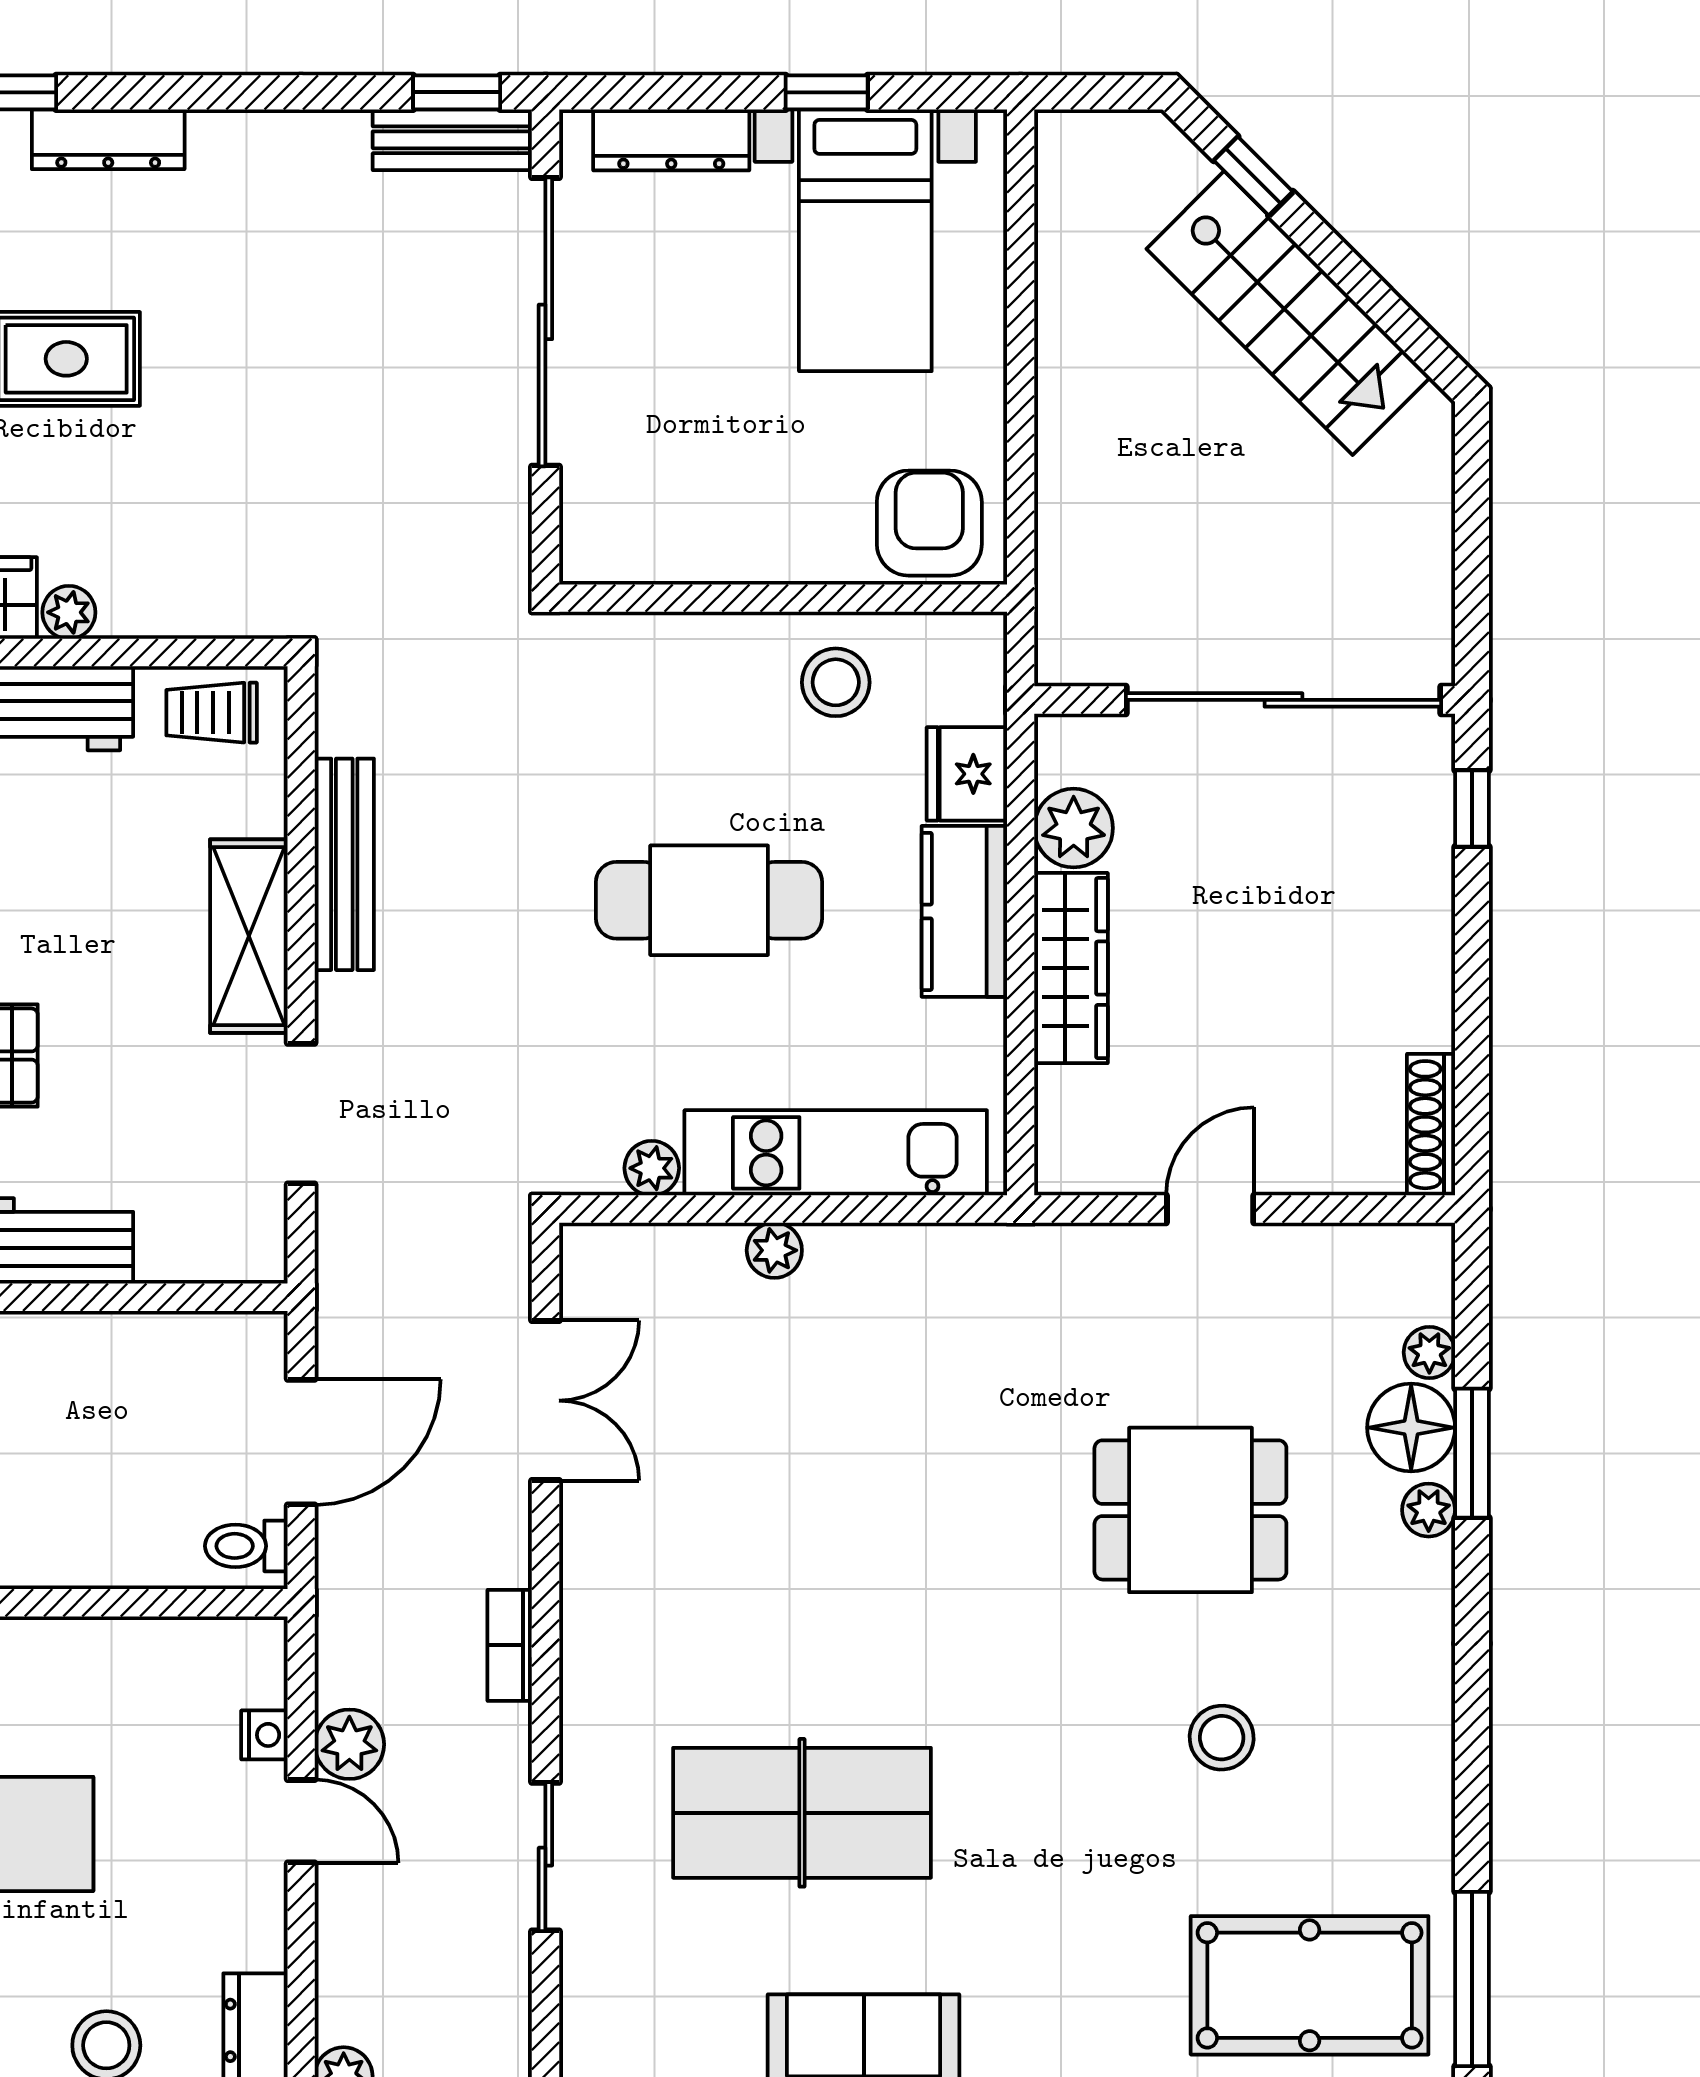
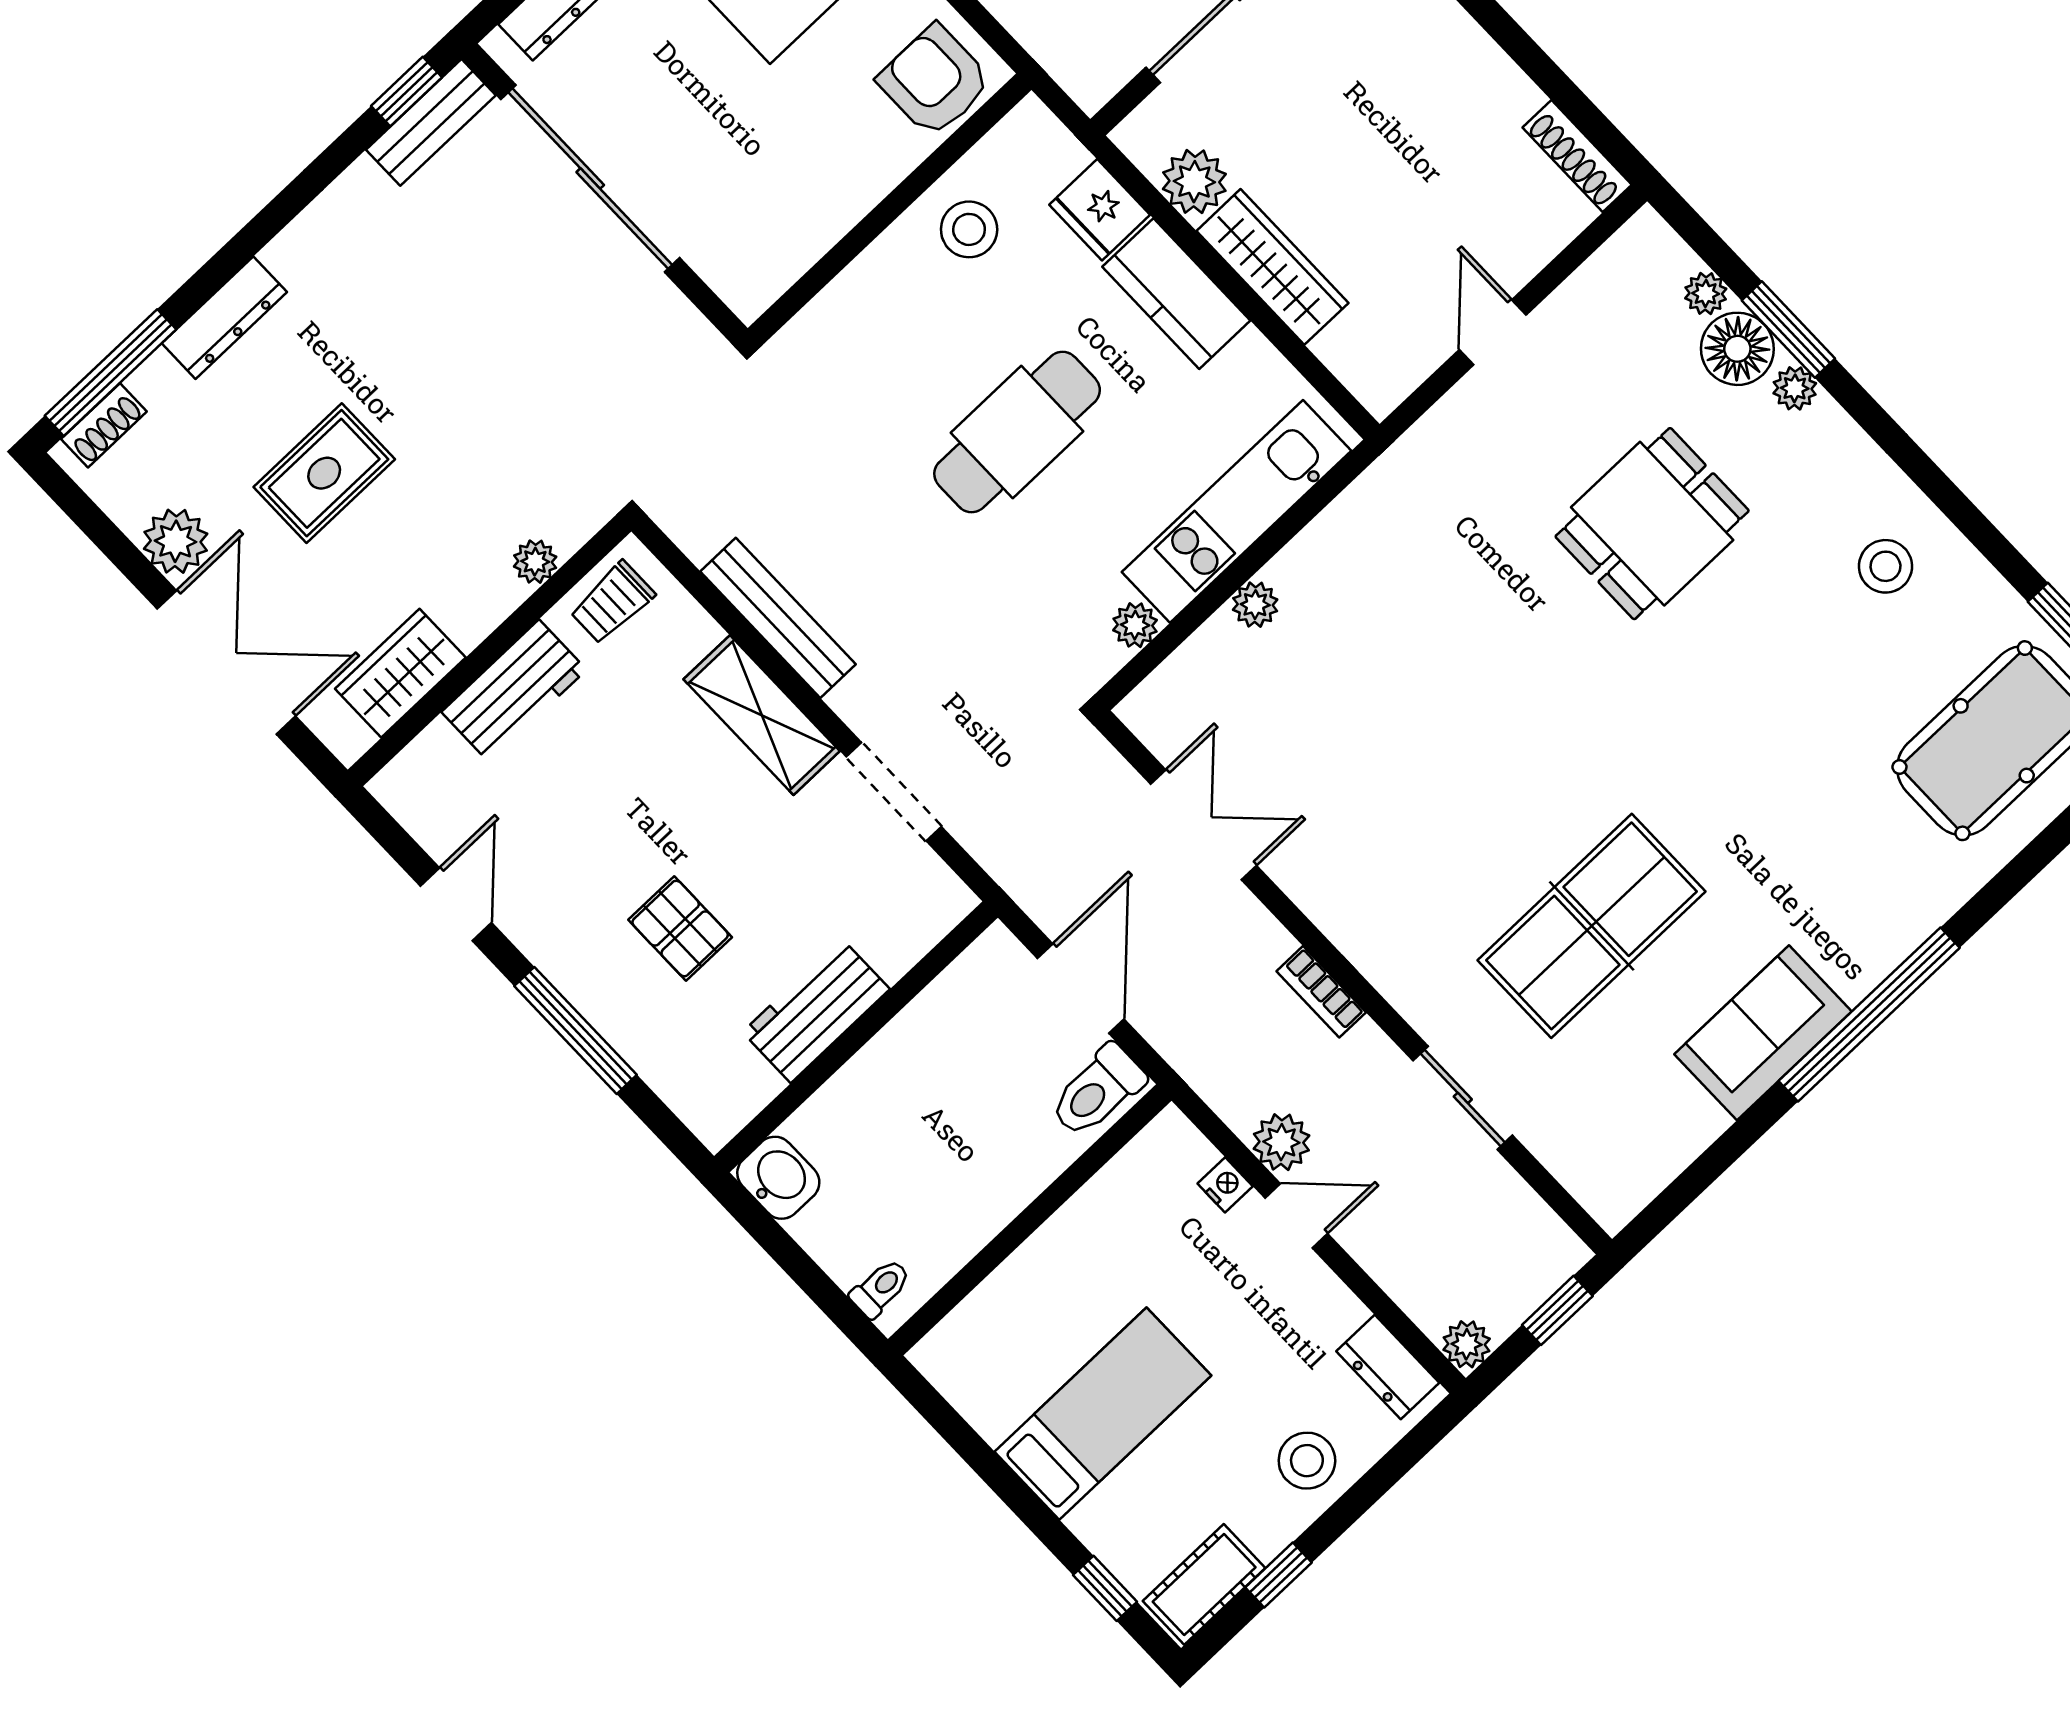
plant: (69, 612) -> (535, 562), moved
toilet: (246, 1546) -> (1097, 1091), width x1.37, depth x1.39
stool: (1222, 1738) -> (1885, 566), moved

